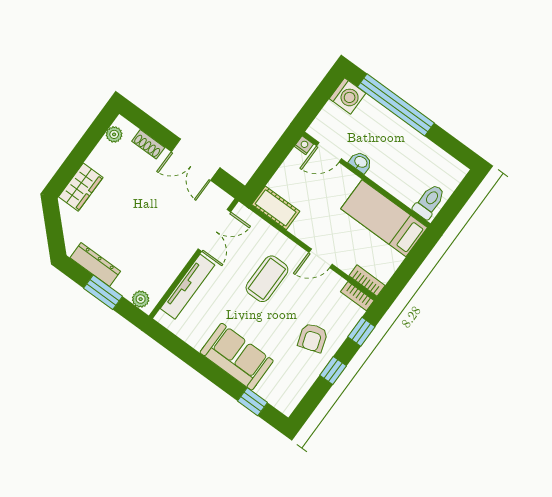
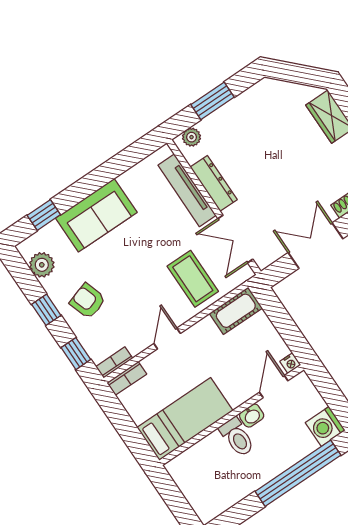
toilet: (429, 202) -> (237, 437), moved
dresser: (95, 265) -> (214, 183), moved, turned -90
coffee table: (267, 279) -> (193, 279), moved
plant: (296, 388) -> (42, 265), added

